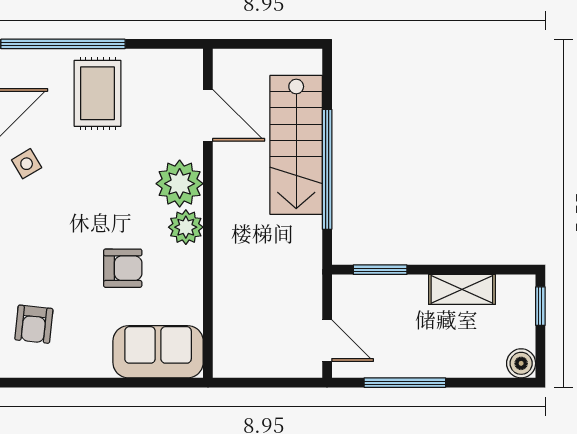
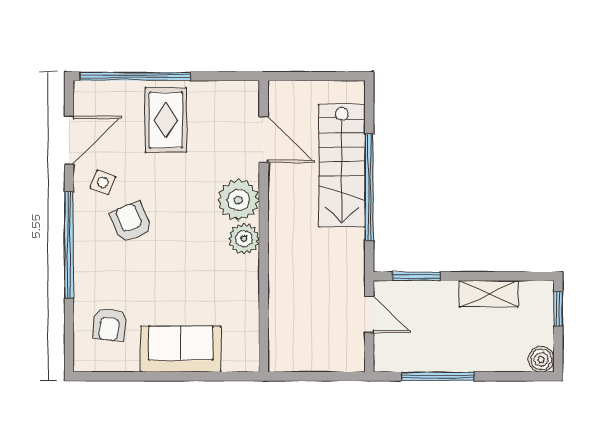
side table: (27, 164) -> (103, 182), turned -38
armchair: (123, 268) -> (131, 222), moved, turned -114
door: (327, 341) -> (369, 314), moved
sofa: (158, 352) -> (181, 349), moved

